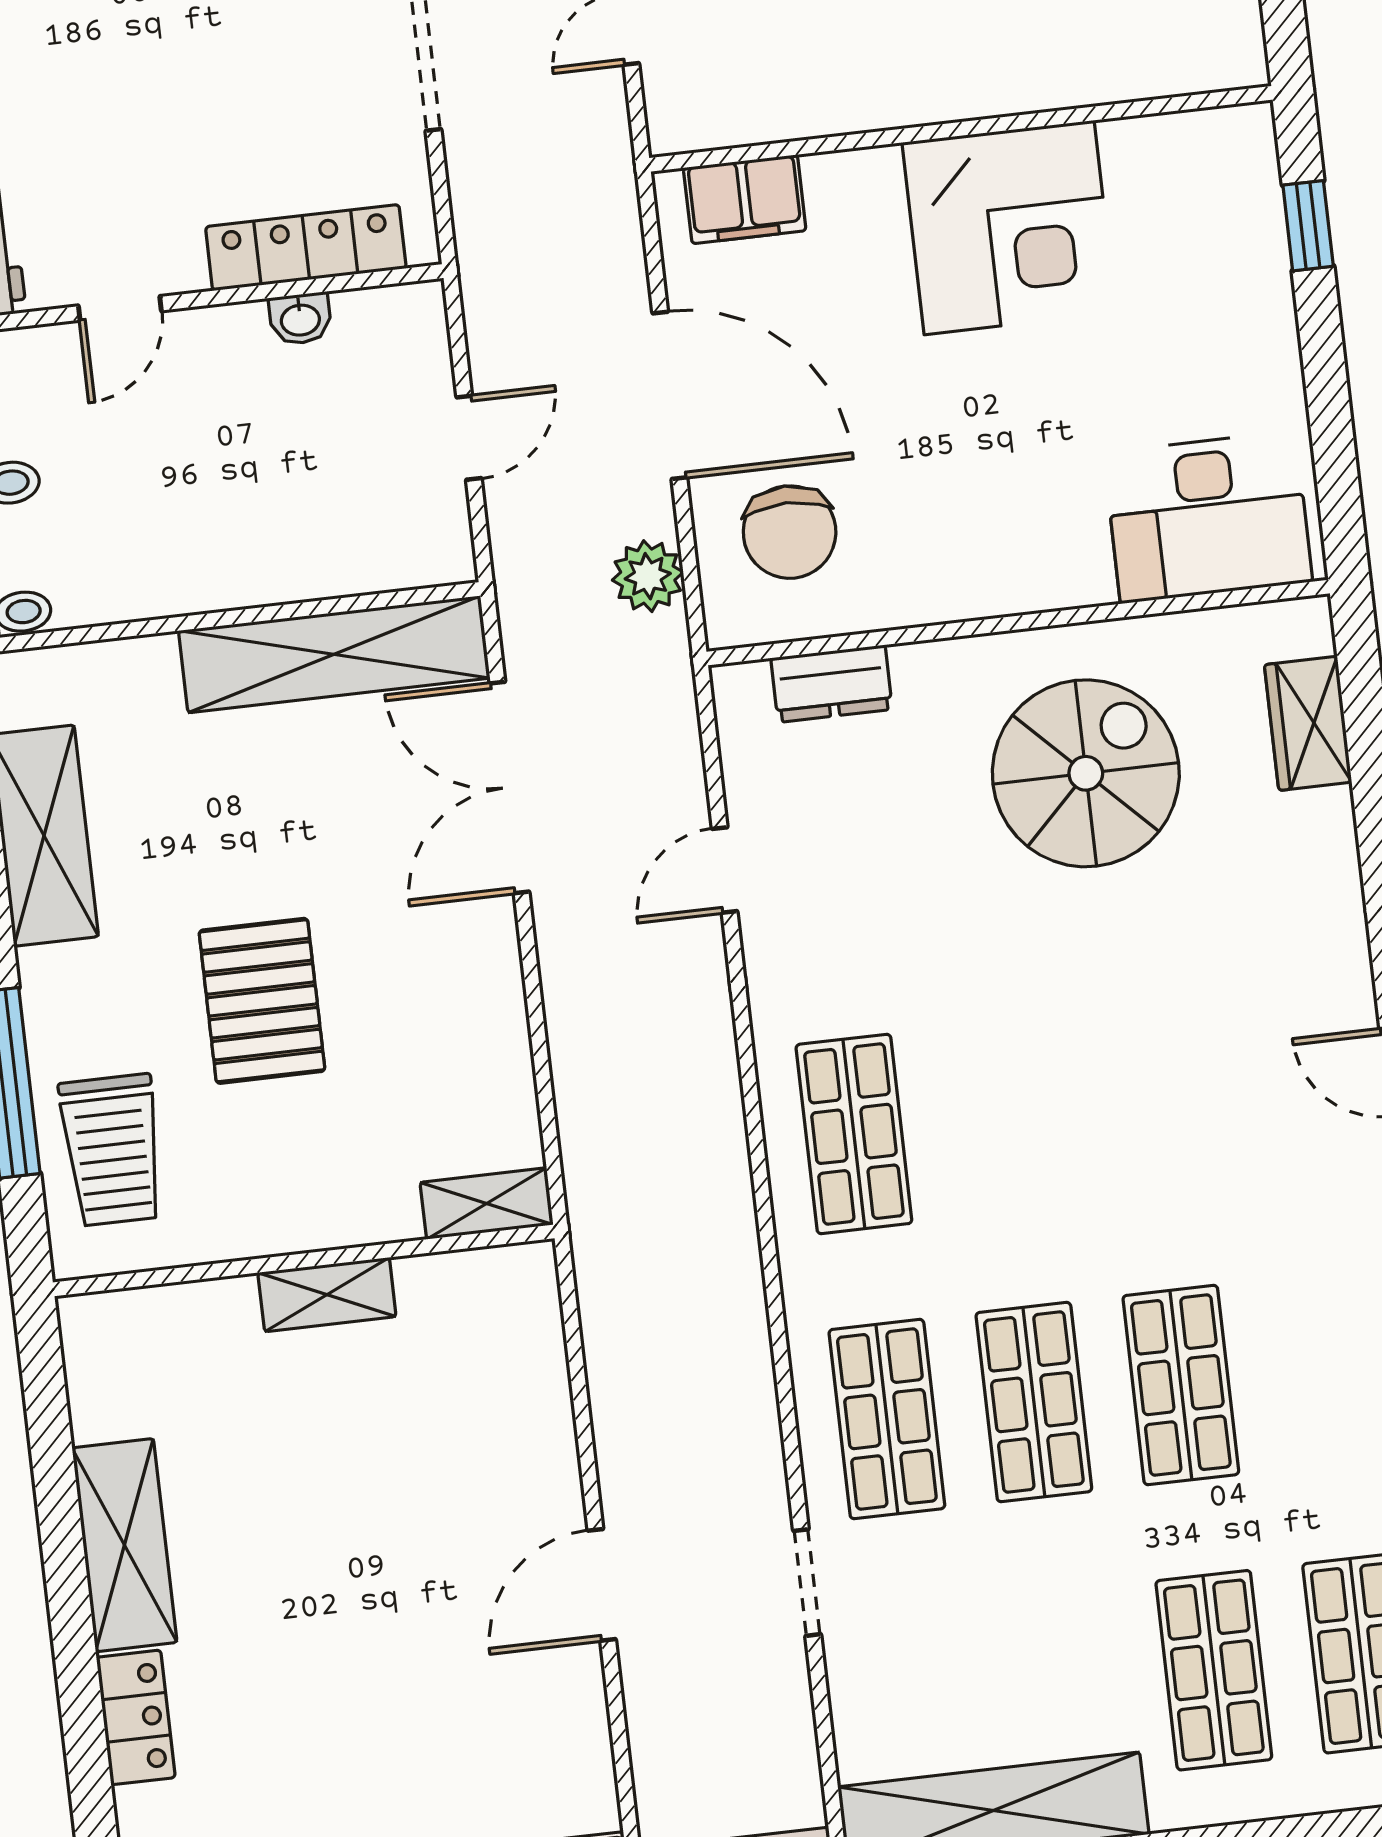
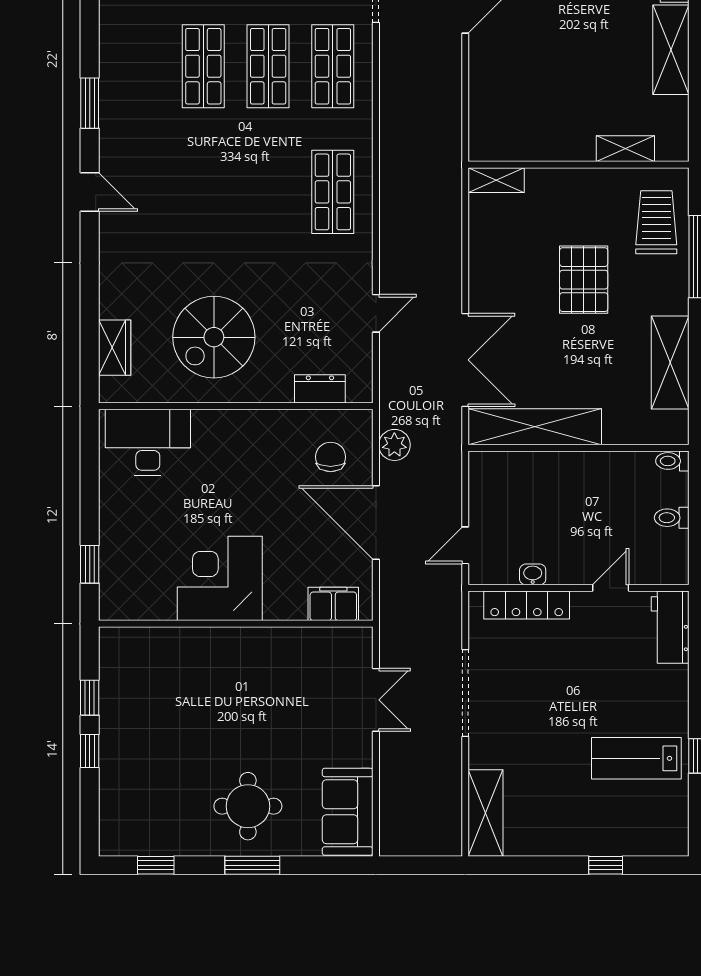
door: (469, 438) -> (465, 545), moved
chair: (790, 532) -> (331, 457), width x0.73, depth x0.73
shelving: (327, 1295) -> (625, 149), moved

